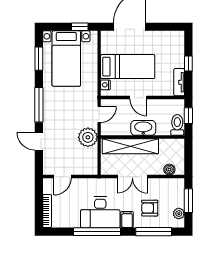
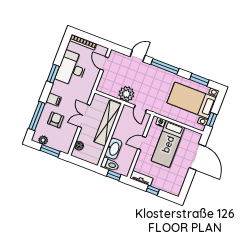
washbasin: (143, 128) -> (113, 149), moved
desk: (100, 212) -> (72, 69), moved
window: (97, 232) -> (53, 74), width x0.47

